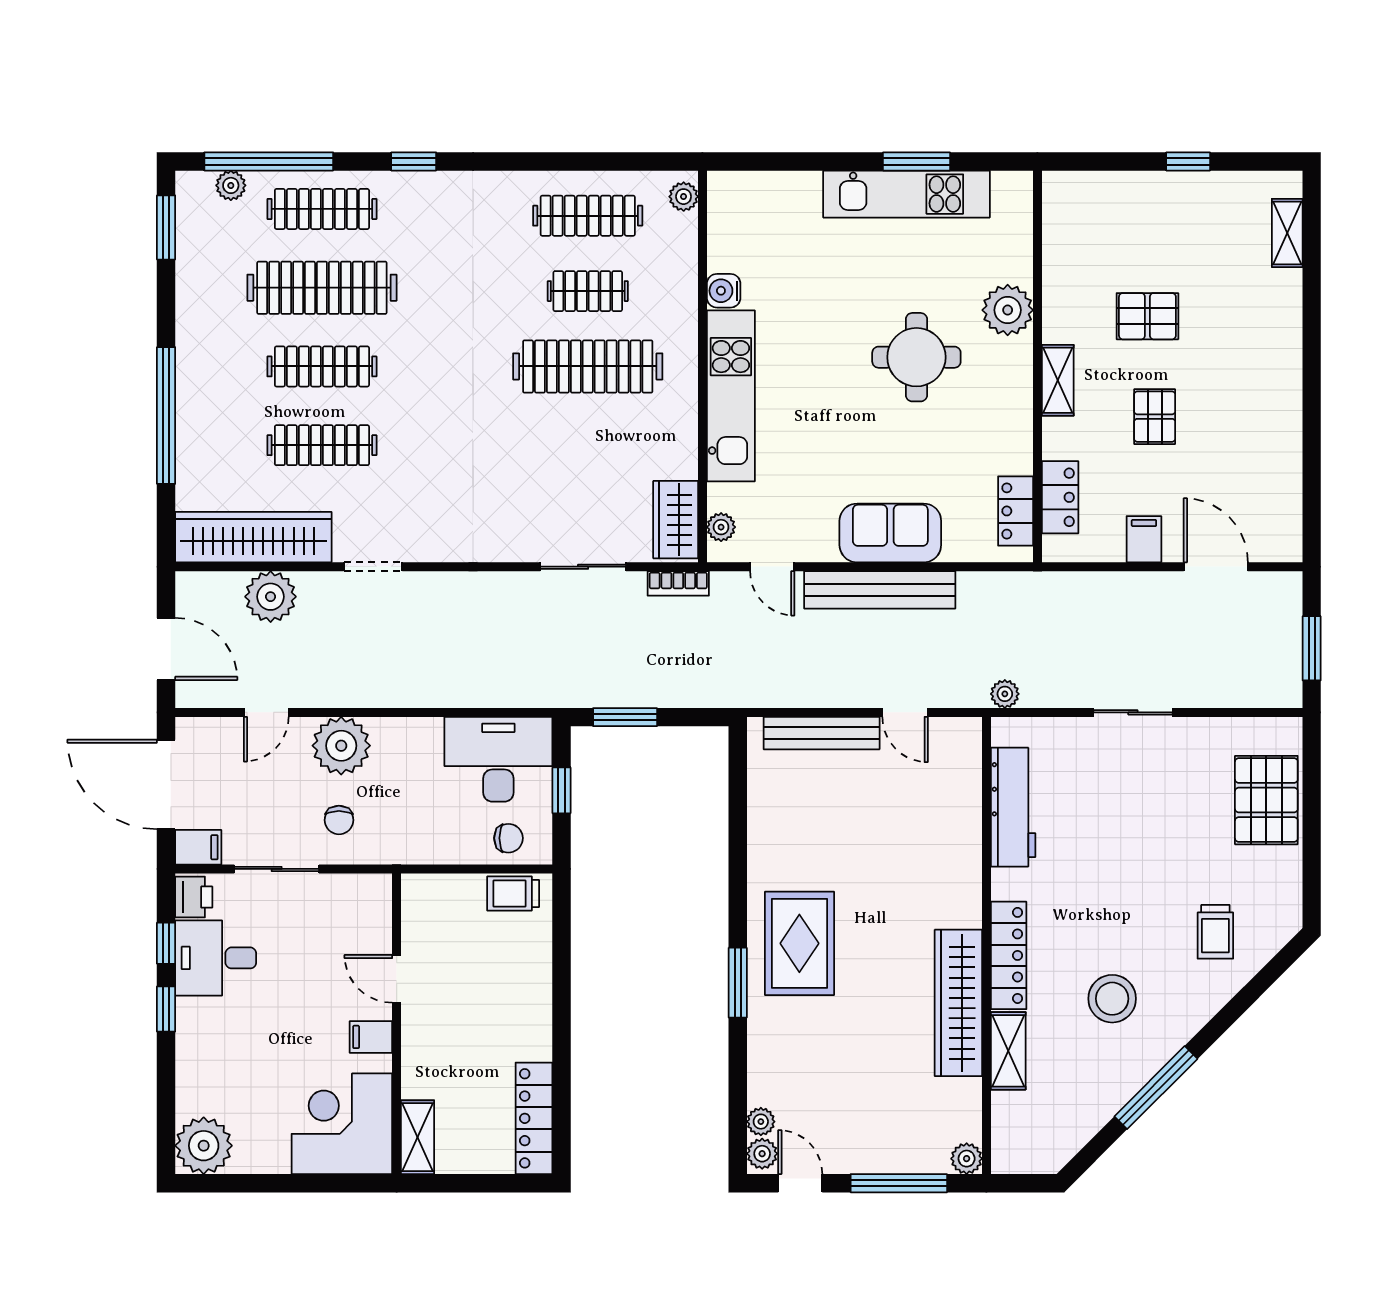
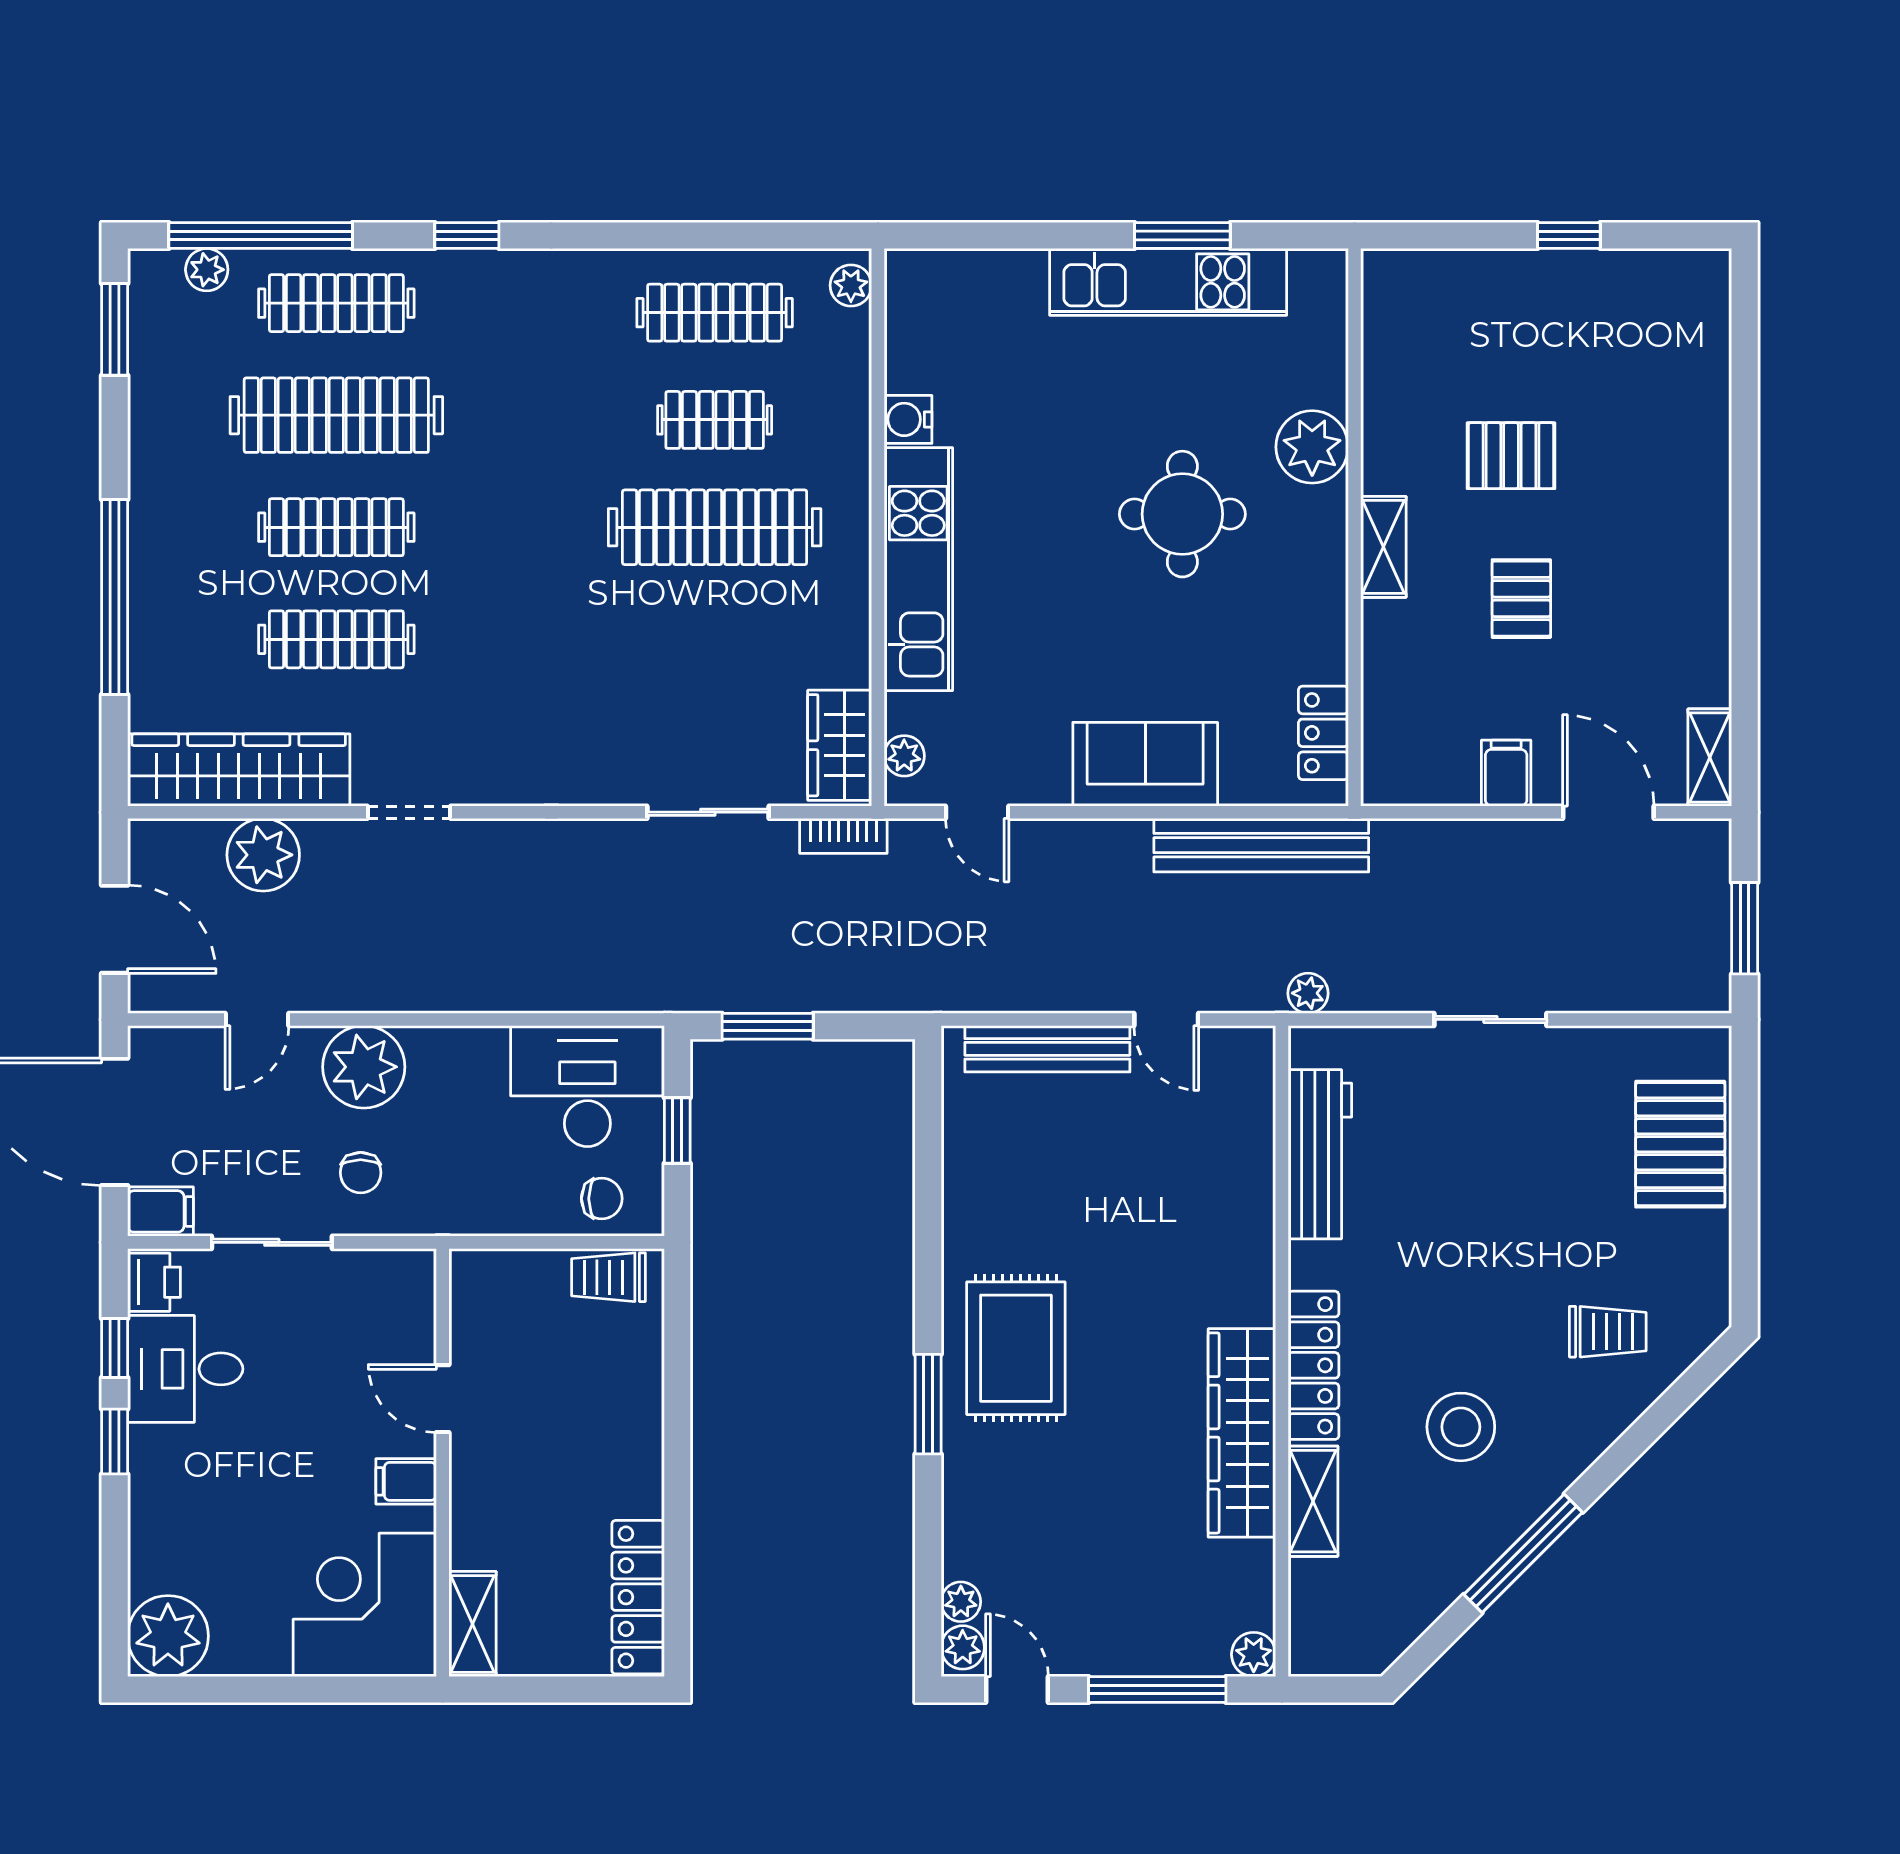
shelving: (1287, 233) -> (1710, 757), moved
locker: (1060, 497) -> (1387, 713), removed
bench: (880, 590) -> (1261, 845), moved
trolley: (1215, 932) -> (1608, 1332), turned -90

